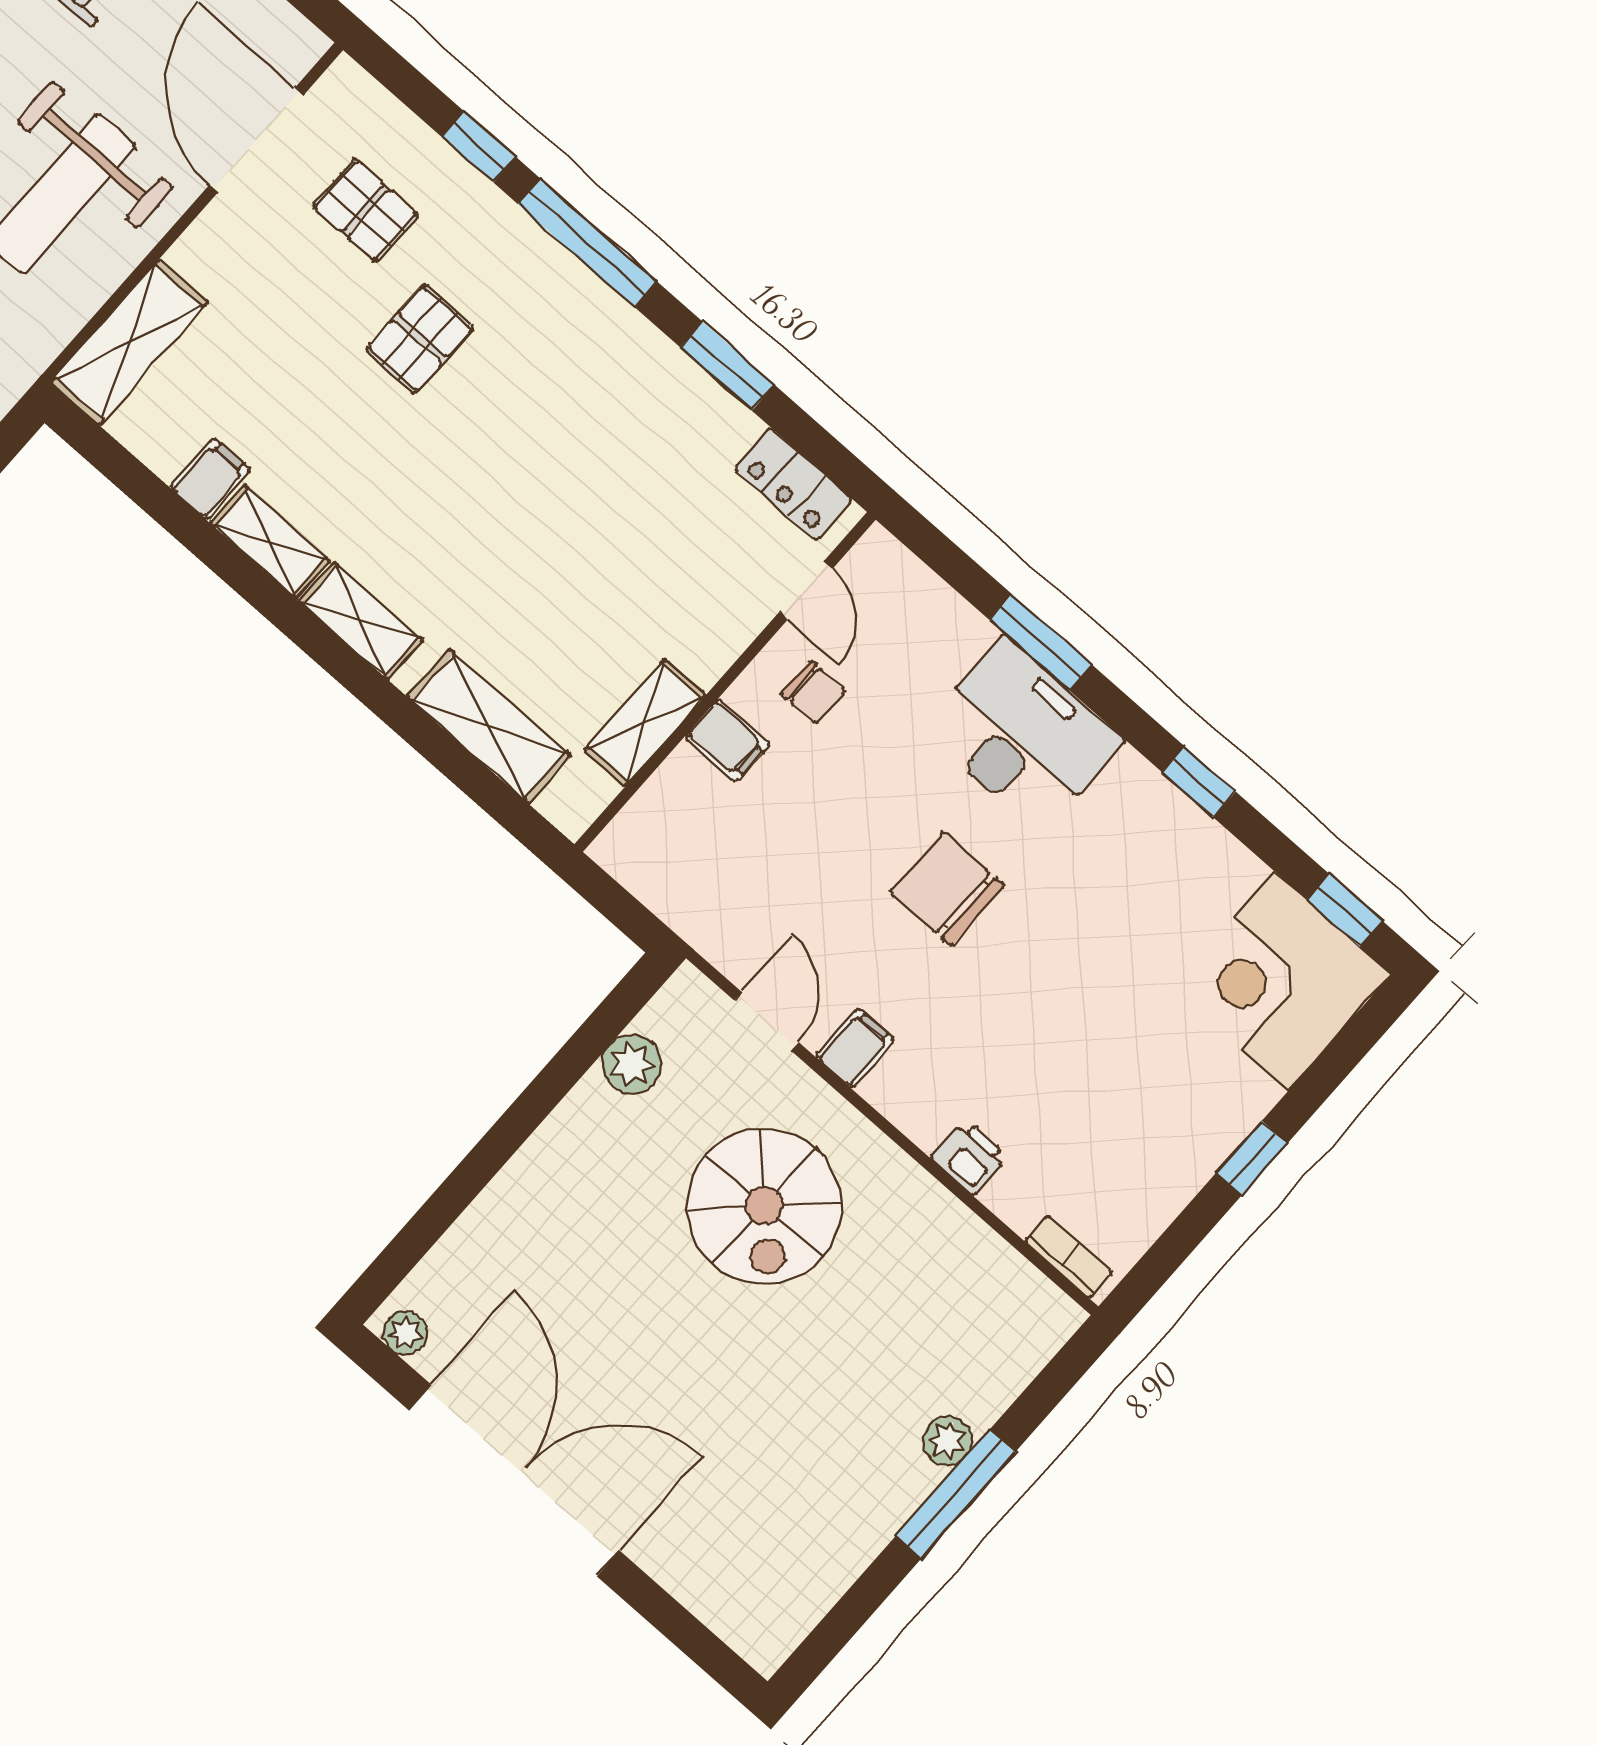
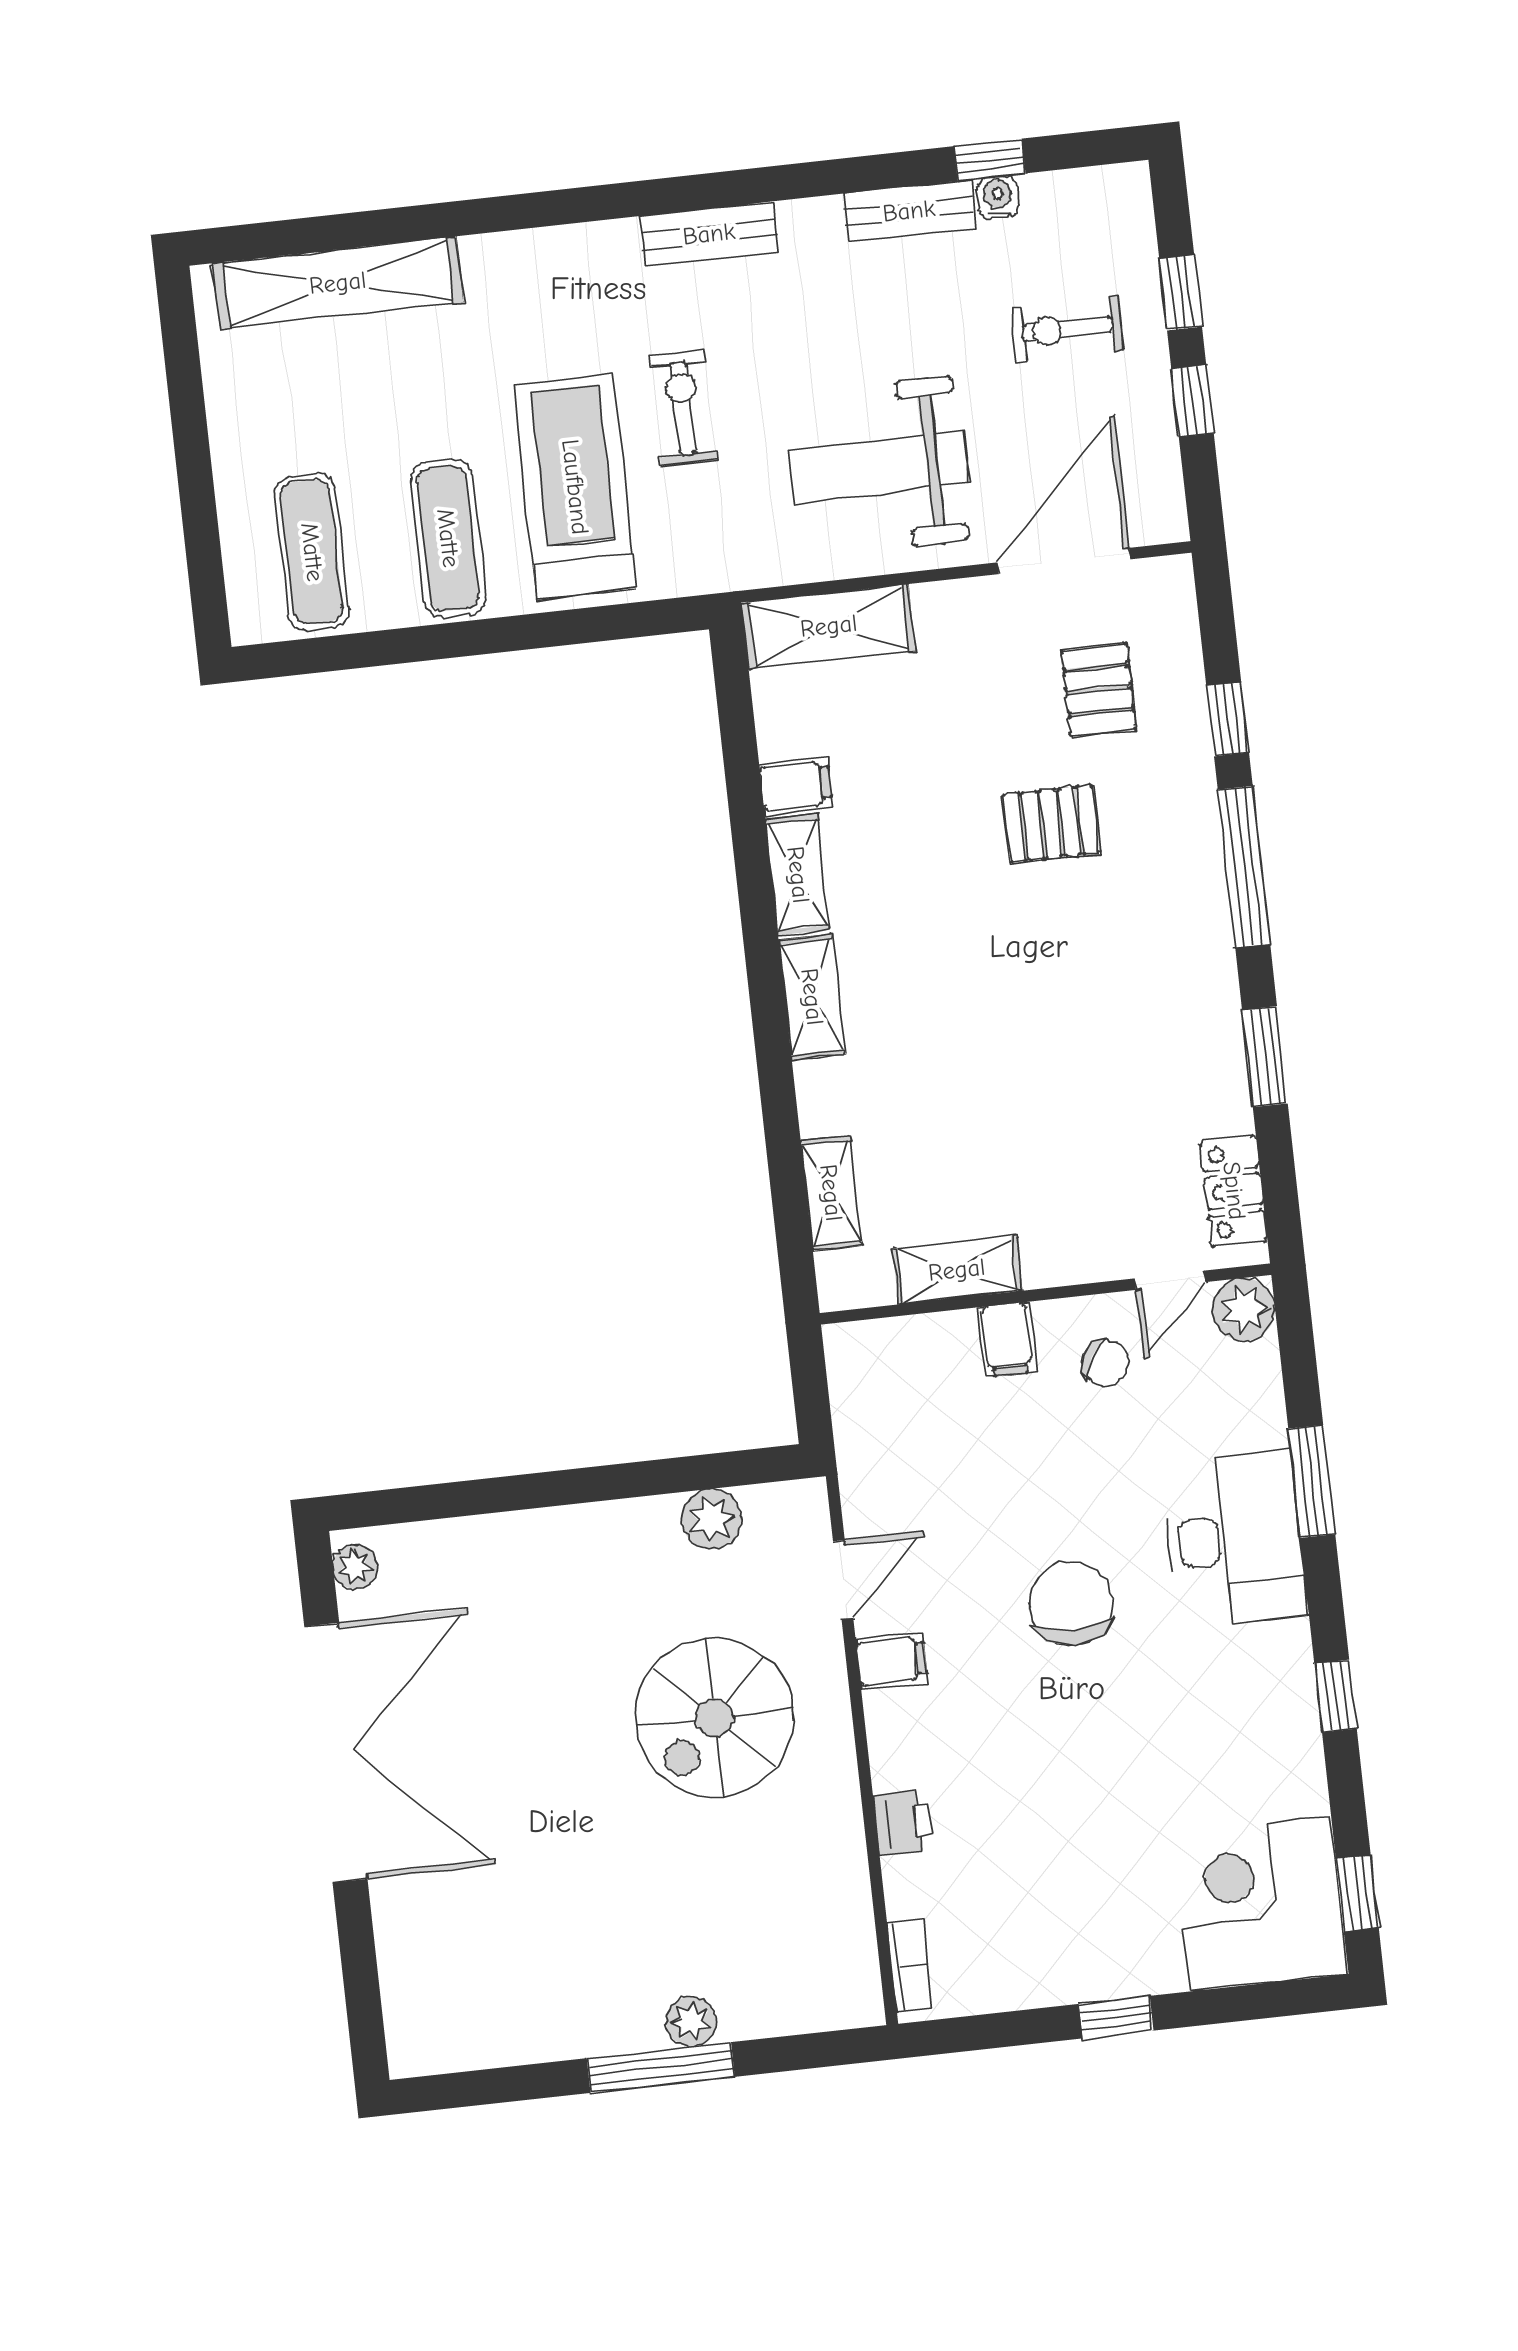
plant: (878, 563) -> (1244, 1309), added
chair: (813, 693) -> (1105, 1363), turned -62
shelving: (489, 726) -> (831, 1193), width x0.67, depth x0.75

